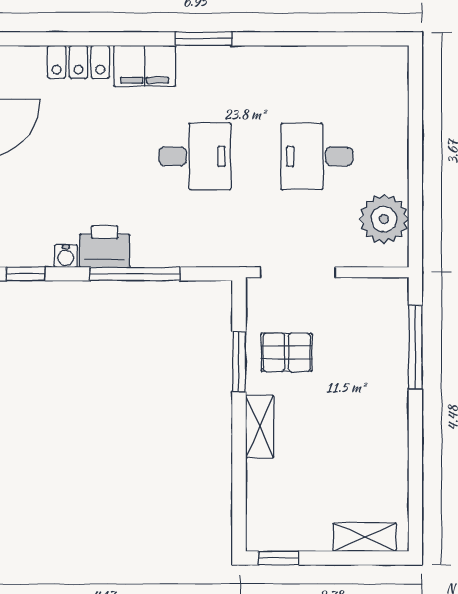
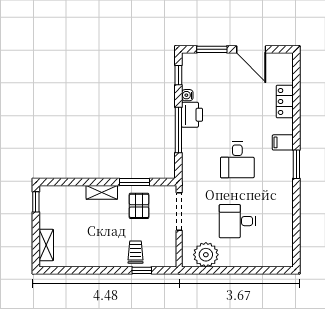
filing cabinet: (145, 66) -> (283, 142), width x0.50
desk: (317, 156) -> (237, 221), turned -90
window: (415, 347) -> (142, 270), width x0.46
trolley: (379, 359) -> (136, 252), added

